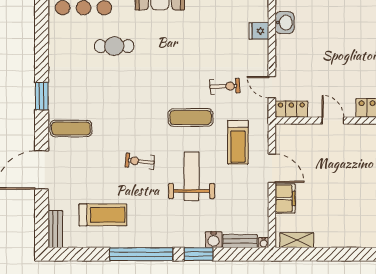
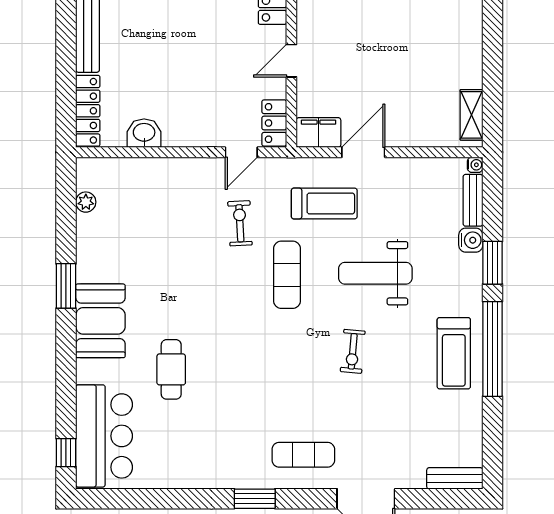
fridge: (259, 31) -> (157, 172), removed
cafe table: (114, 46) -> (171, 369), moved
exercise mat: (71, 128) -> (303, 455), turned 90
filing cabinet: (285, 199) -> (318, 133), moved
treadmill: (103, 215) -> (454, 353), moved, turned 180

